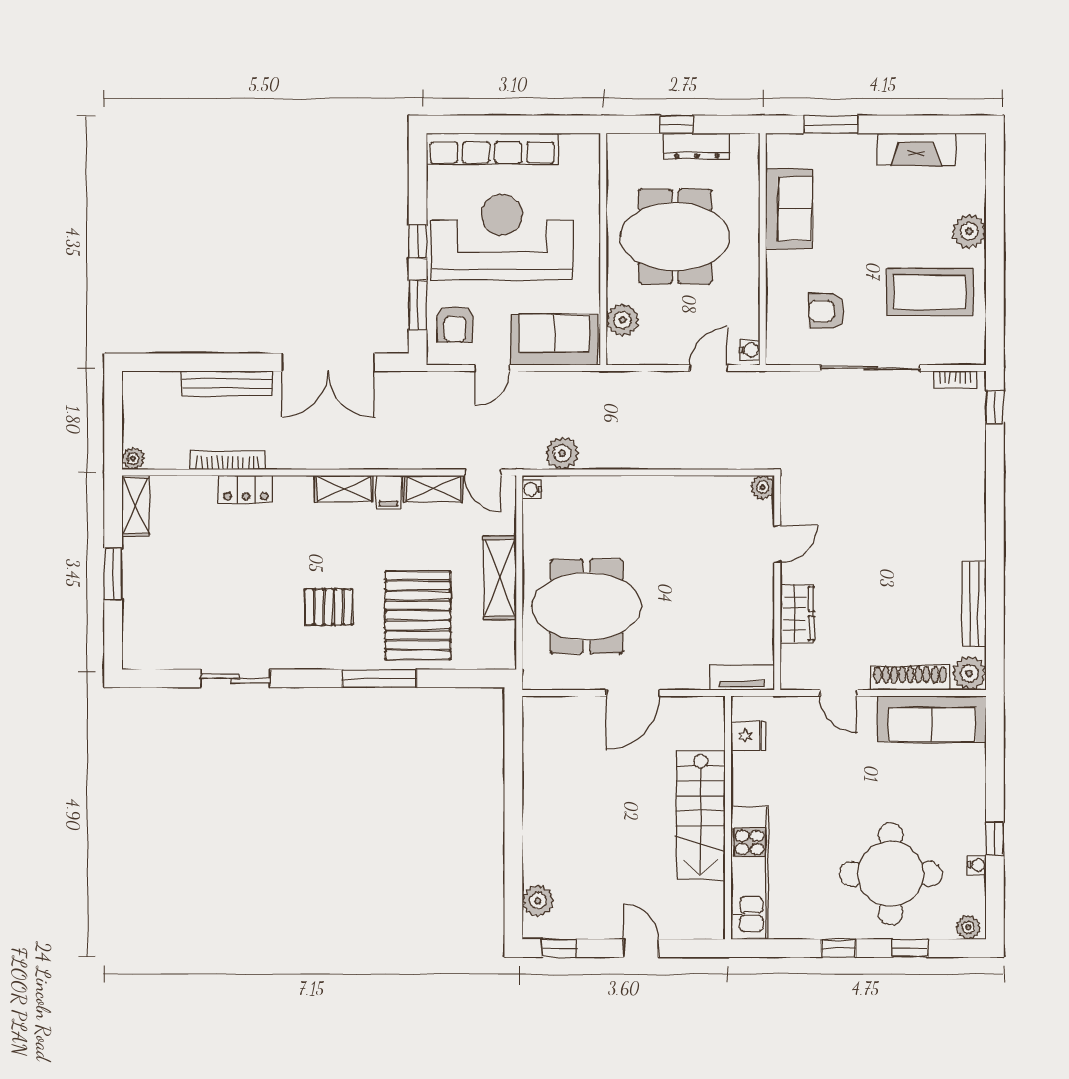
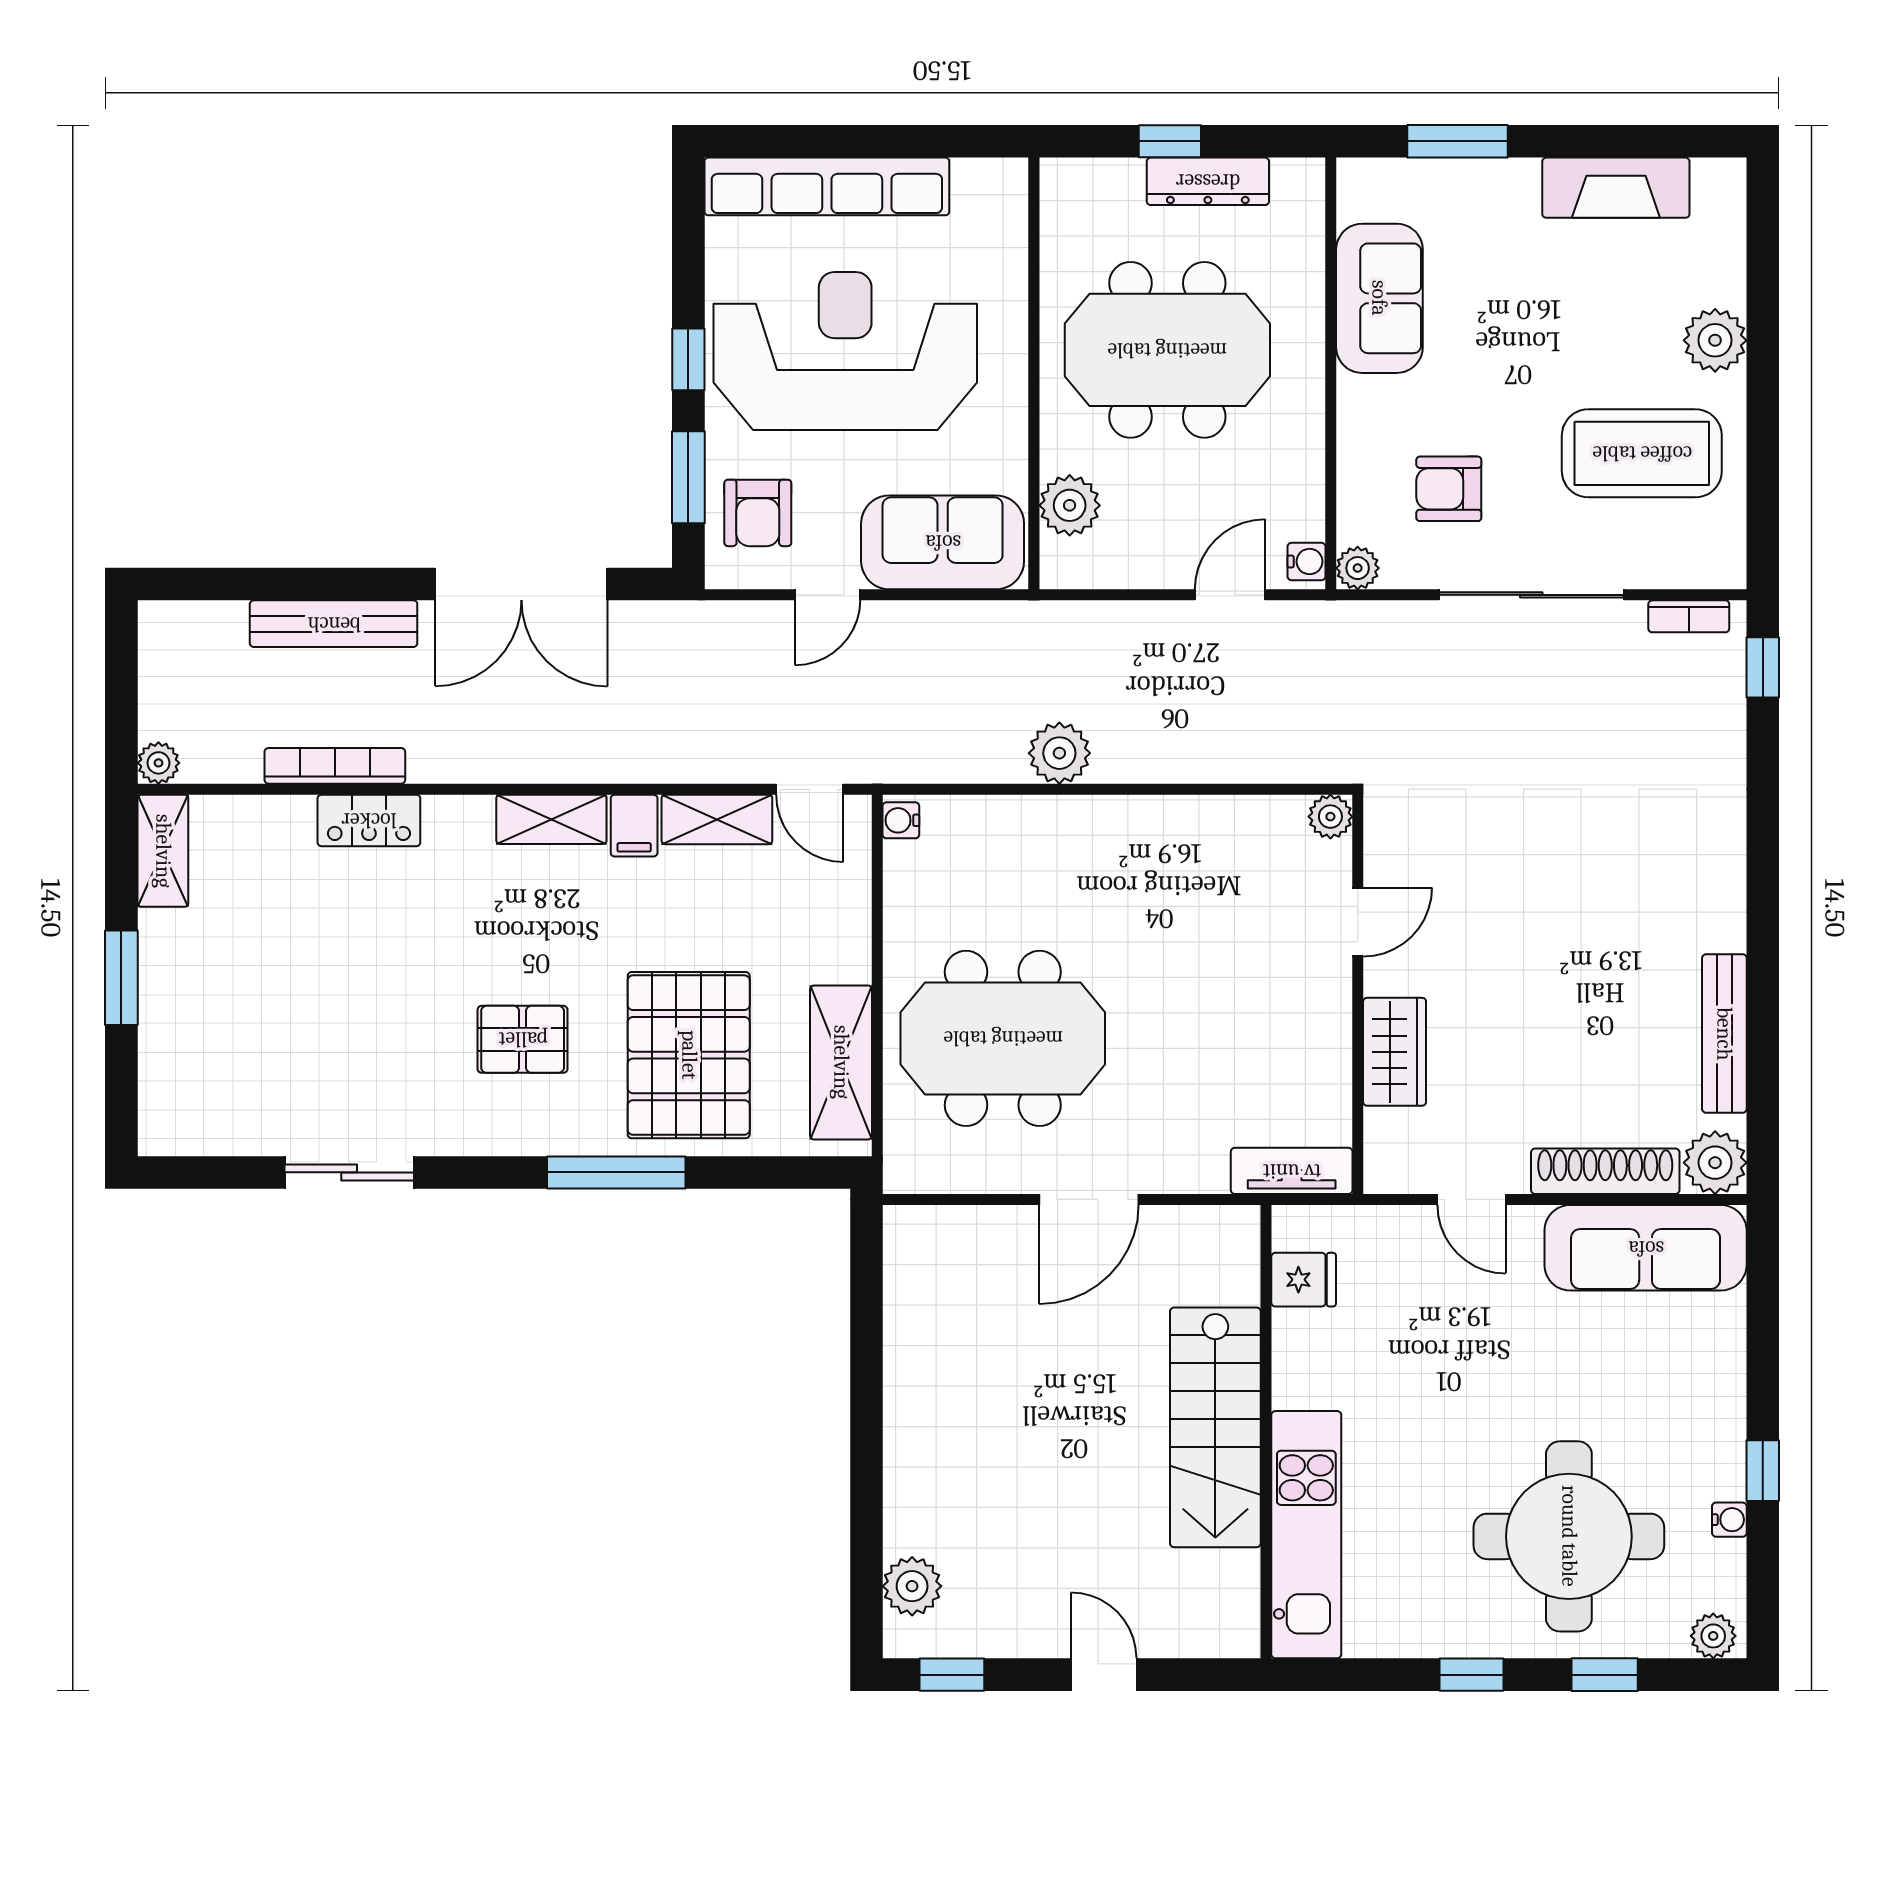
plant: (777, 354) -> (1358, 568), added
plant: (562, 453) -> (1059, 753), moved
shelving: (500, 578) -> (841, 1062), moved

